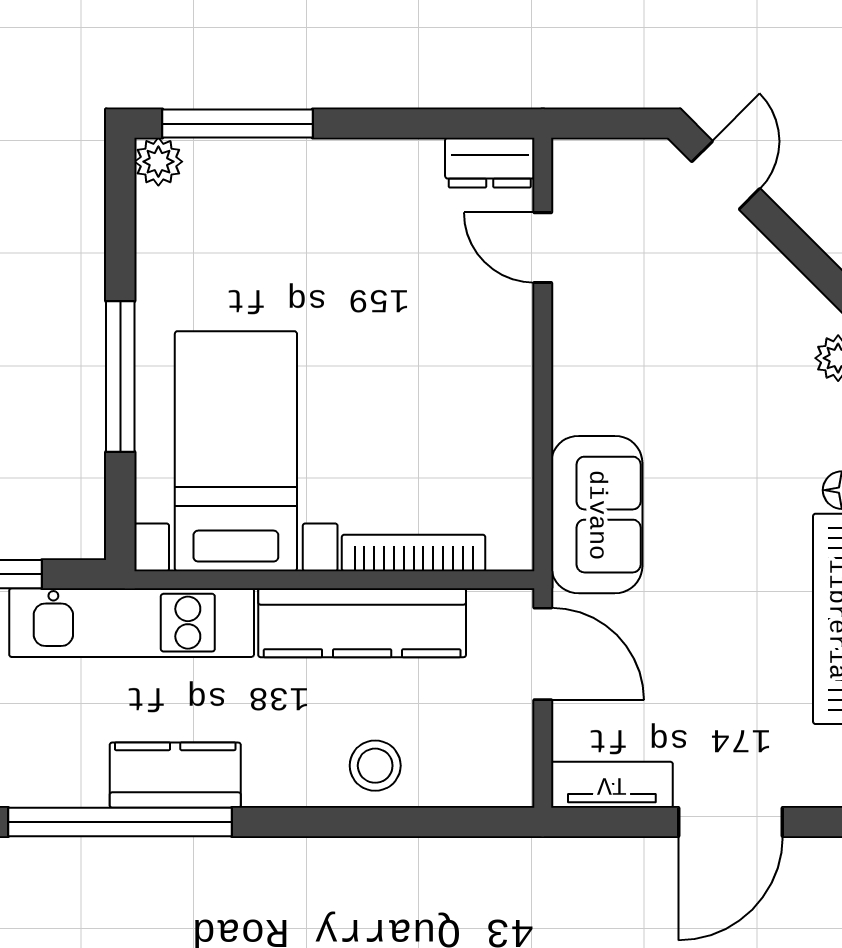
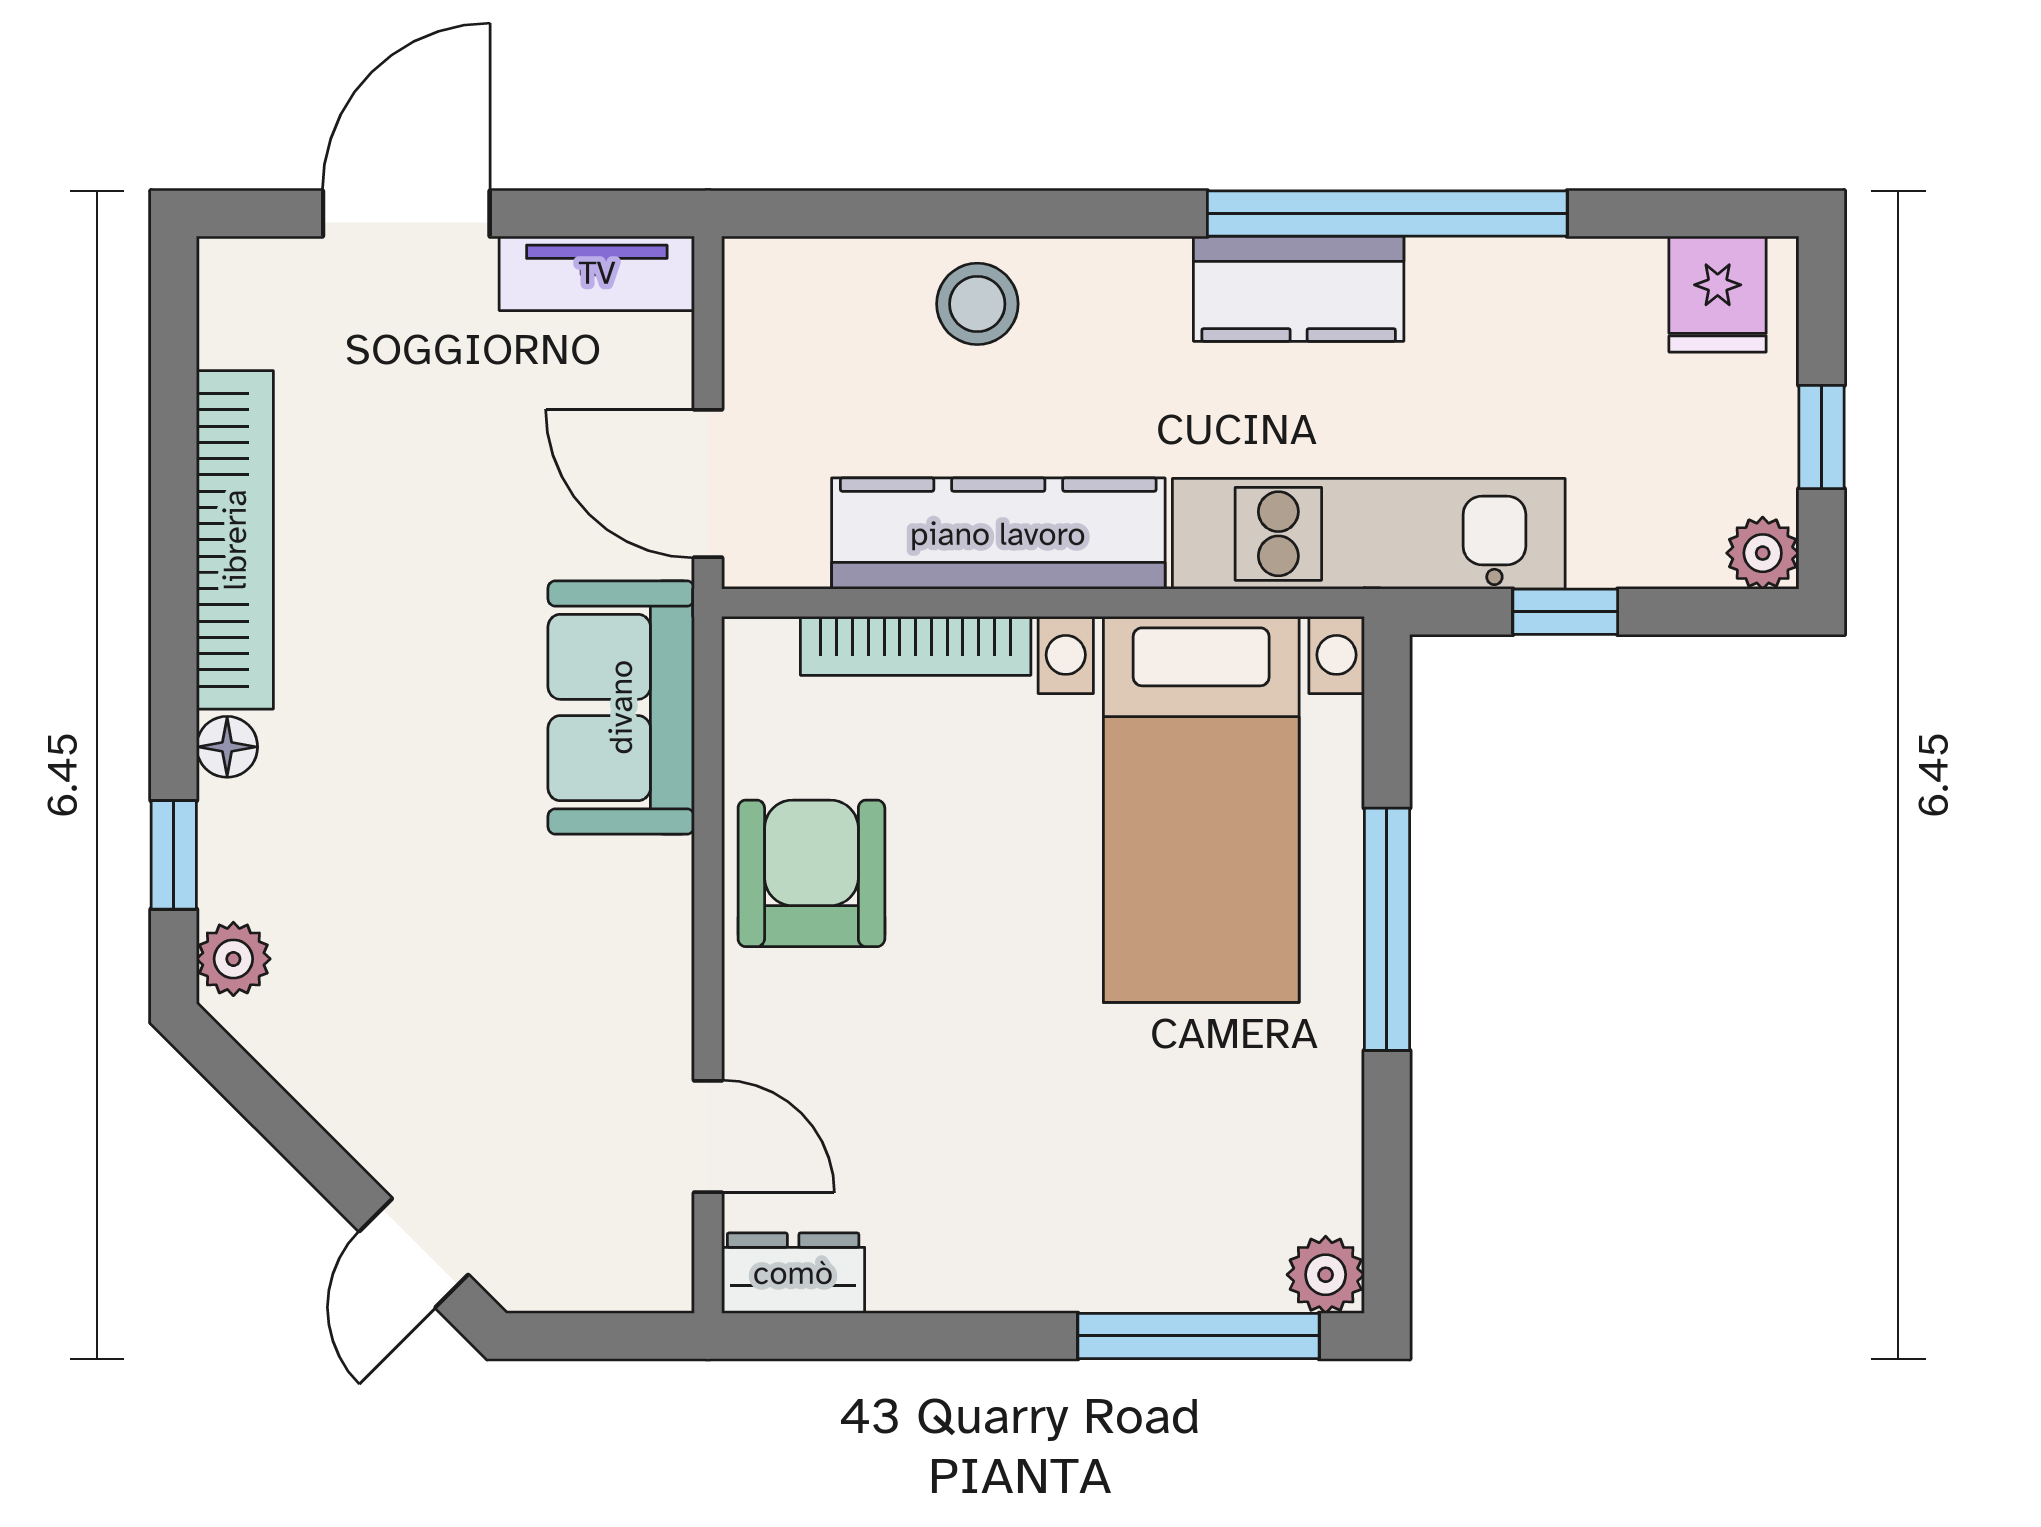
armchair: (478, 411) -> (811, 873), added

